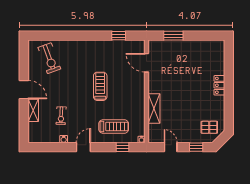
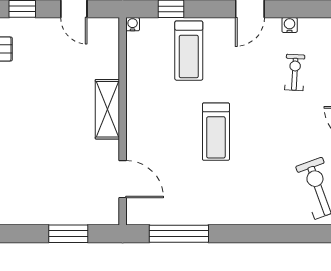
window: (119, 36) -> (179, 234), width x2.17
shelving: (154, 108) -> (107, 109), moved
treadmill: (114, 126) -> (189, 51), turned -90

